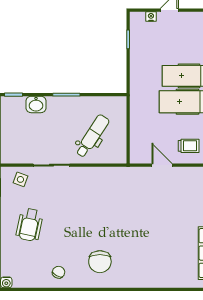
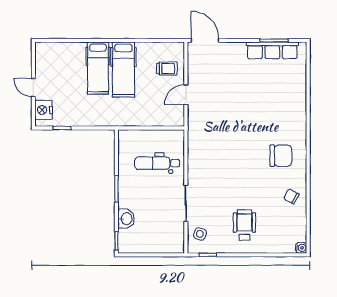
nightstand: (151, 17) -> (43, 110), width x1.89, depth x1.79
dental chair: (92, 136) -> (157, 163), turned -33
trolley: (189, 146) -> (167, 68), turned 90
wheelchair: (30, 225) -> (244, 225), turned -102

